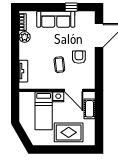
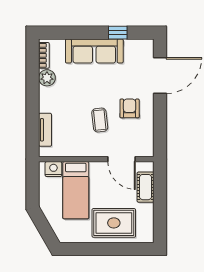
nightstand: (58, 97) -> (53, 169), moved

